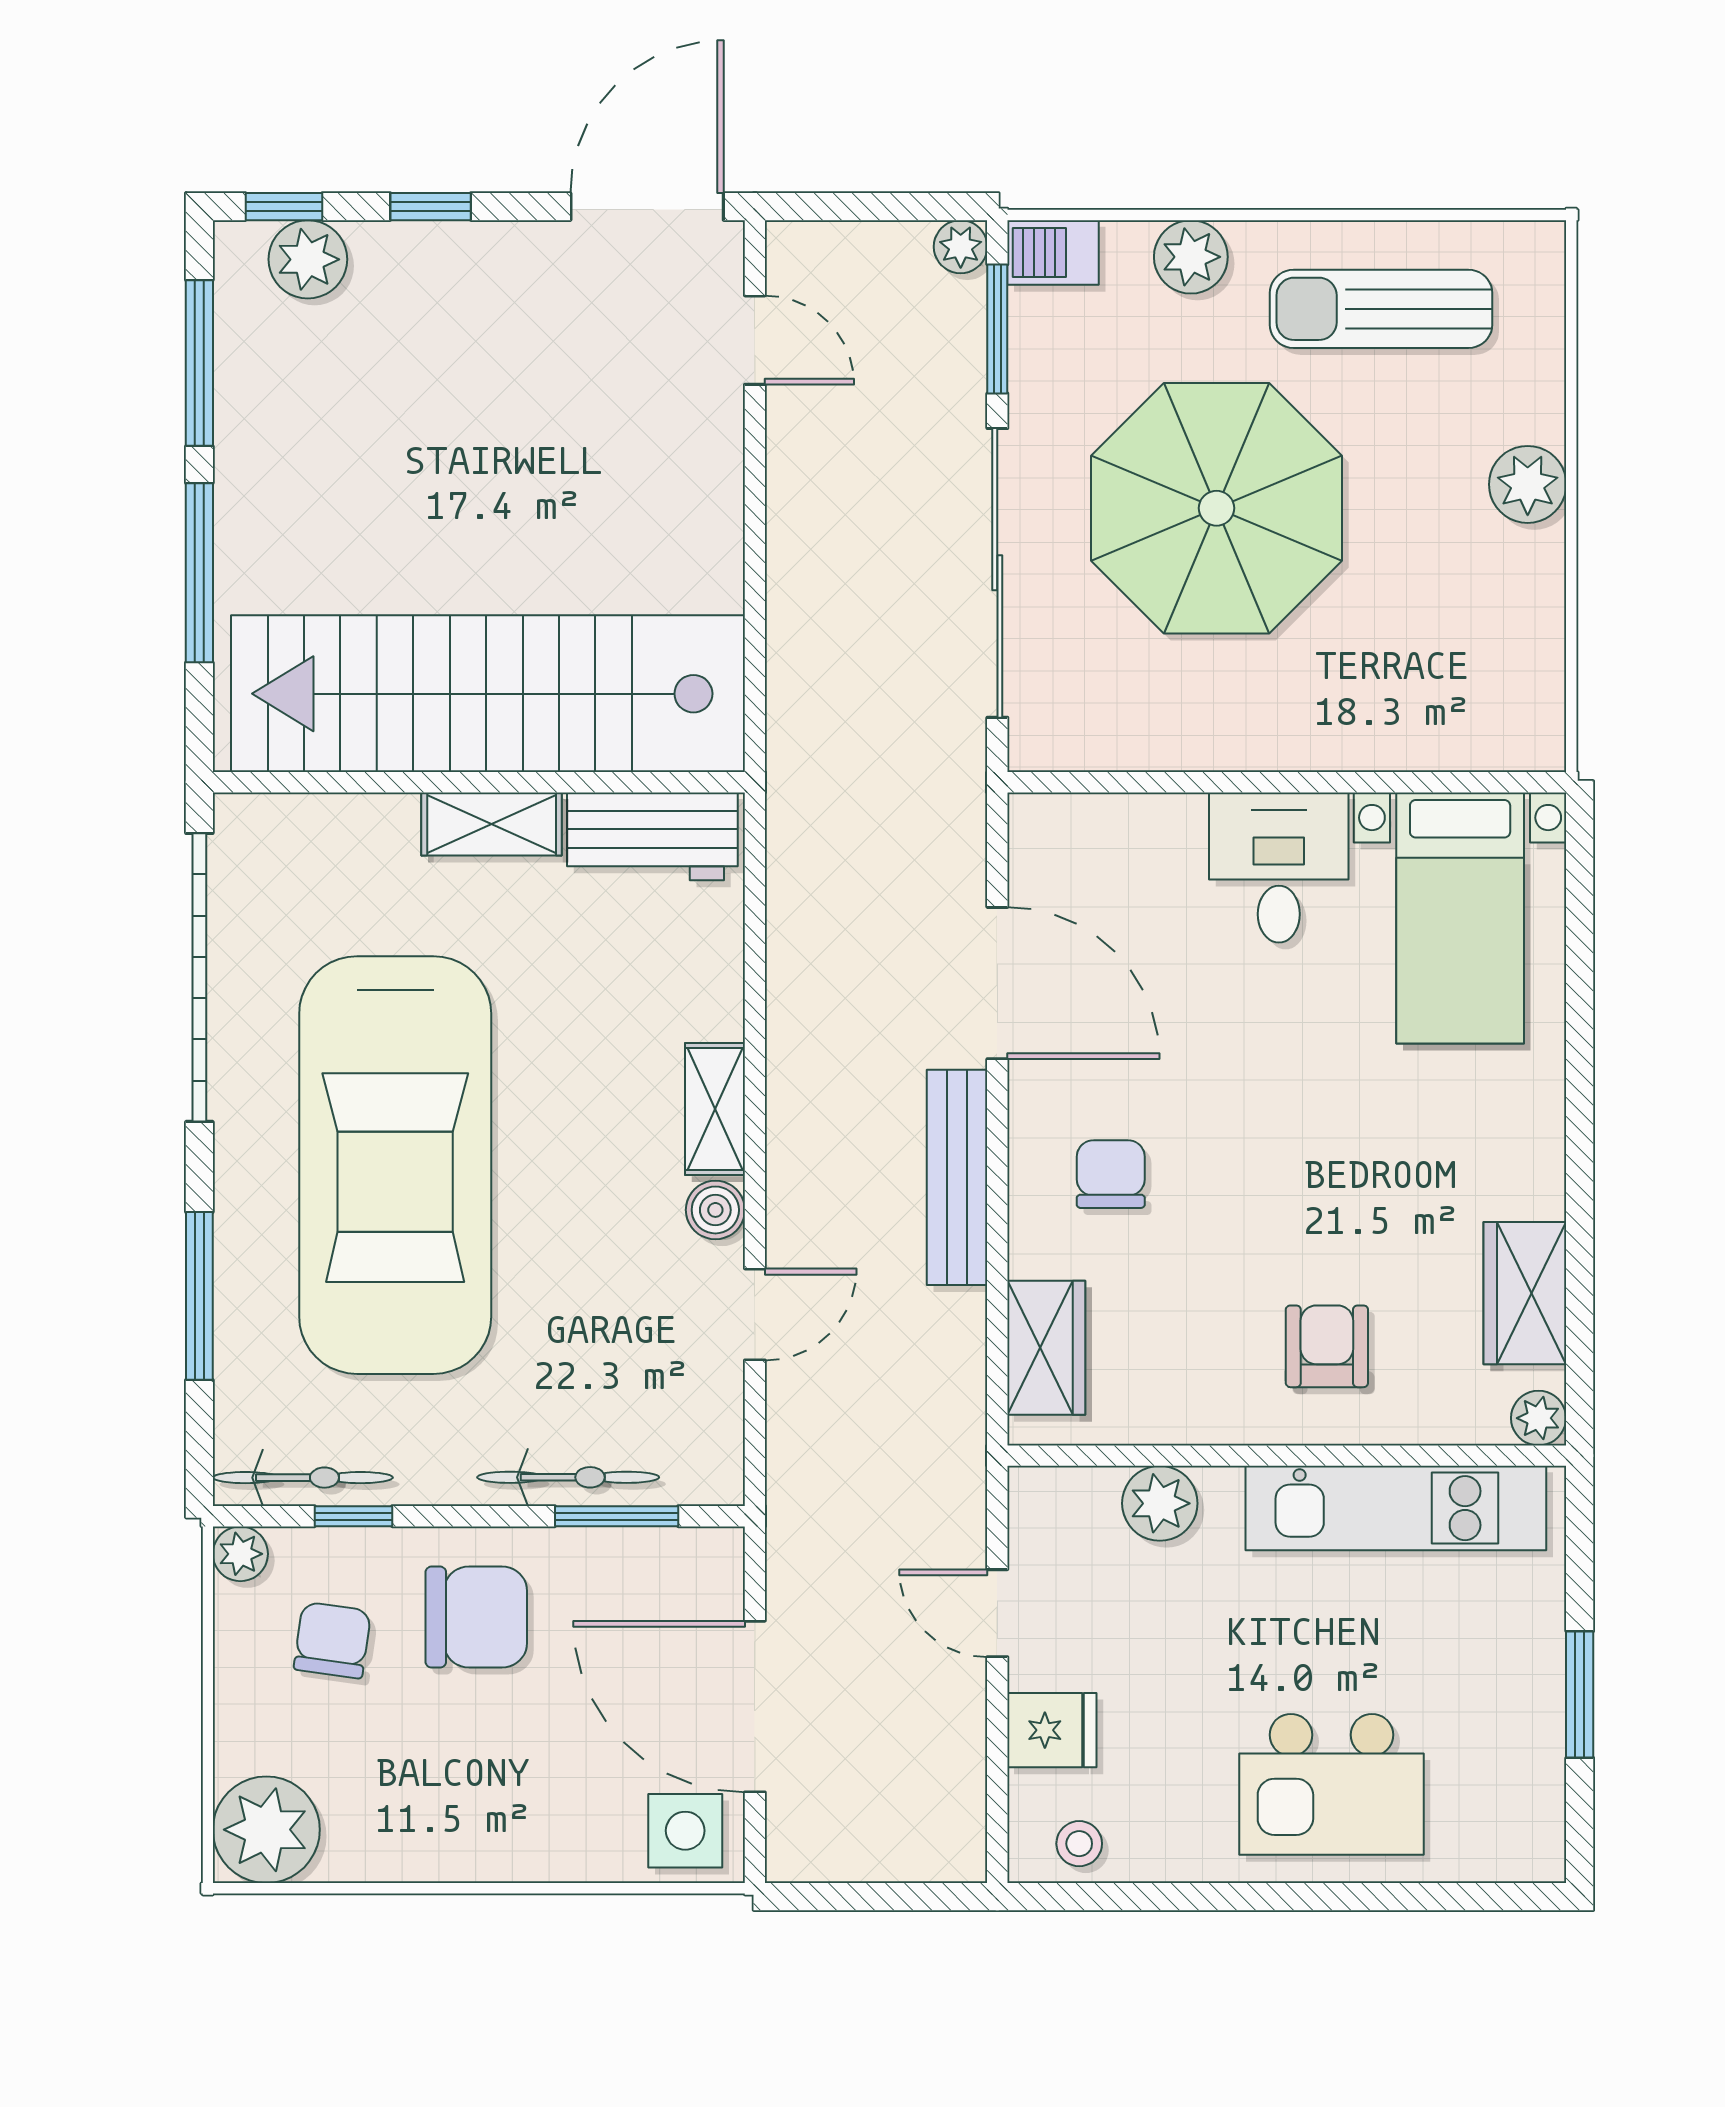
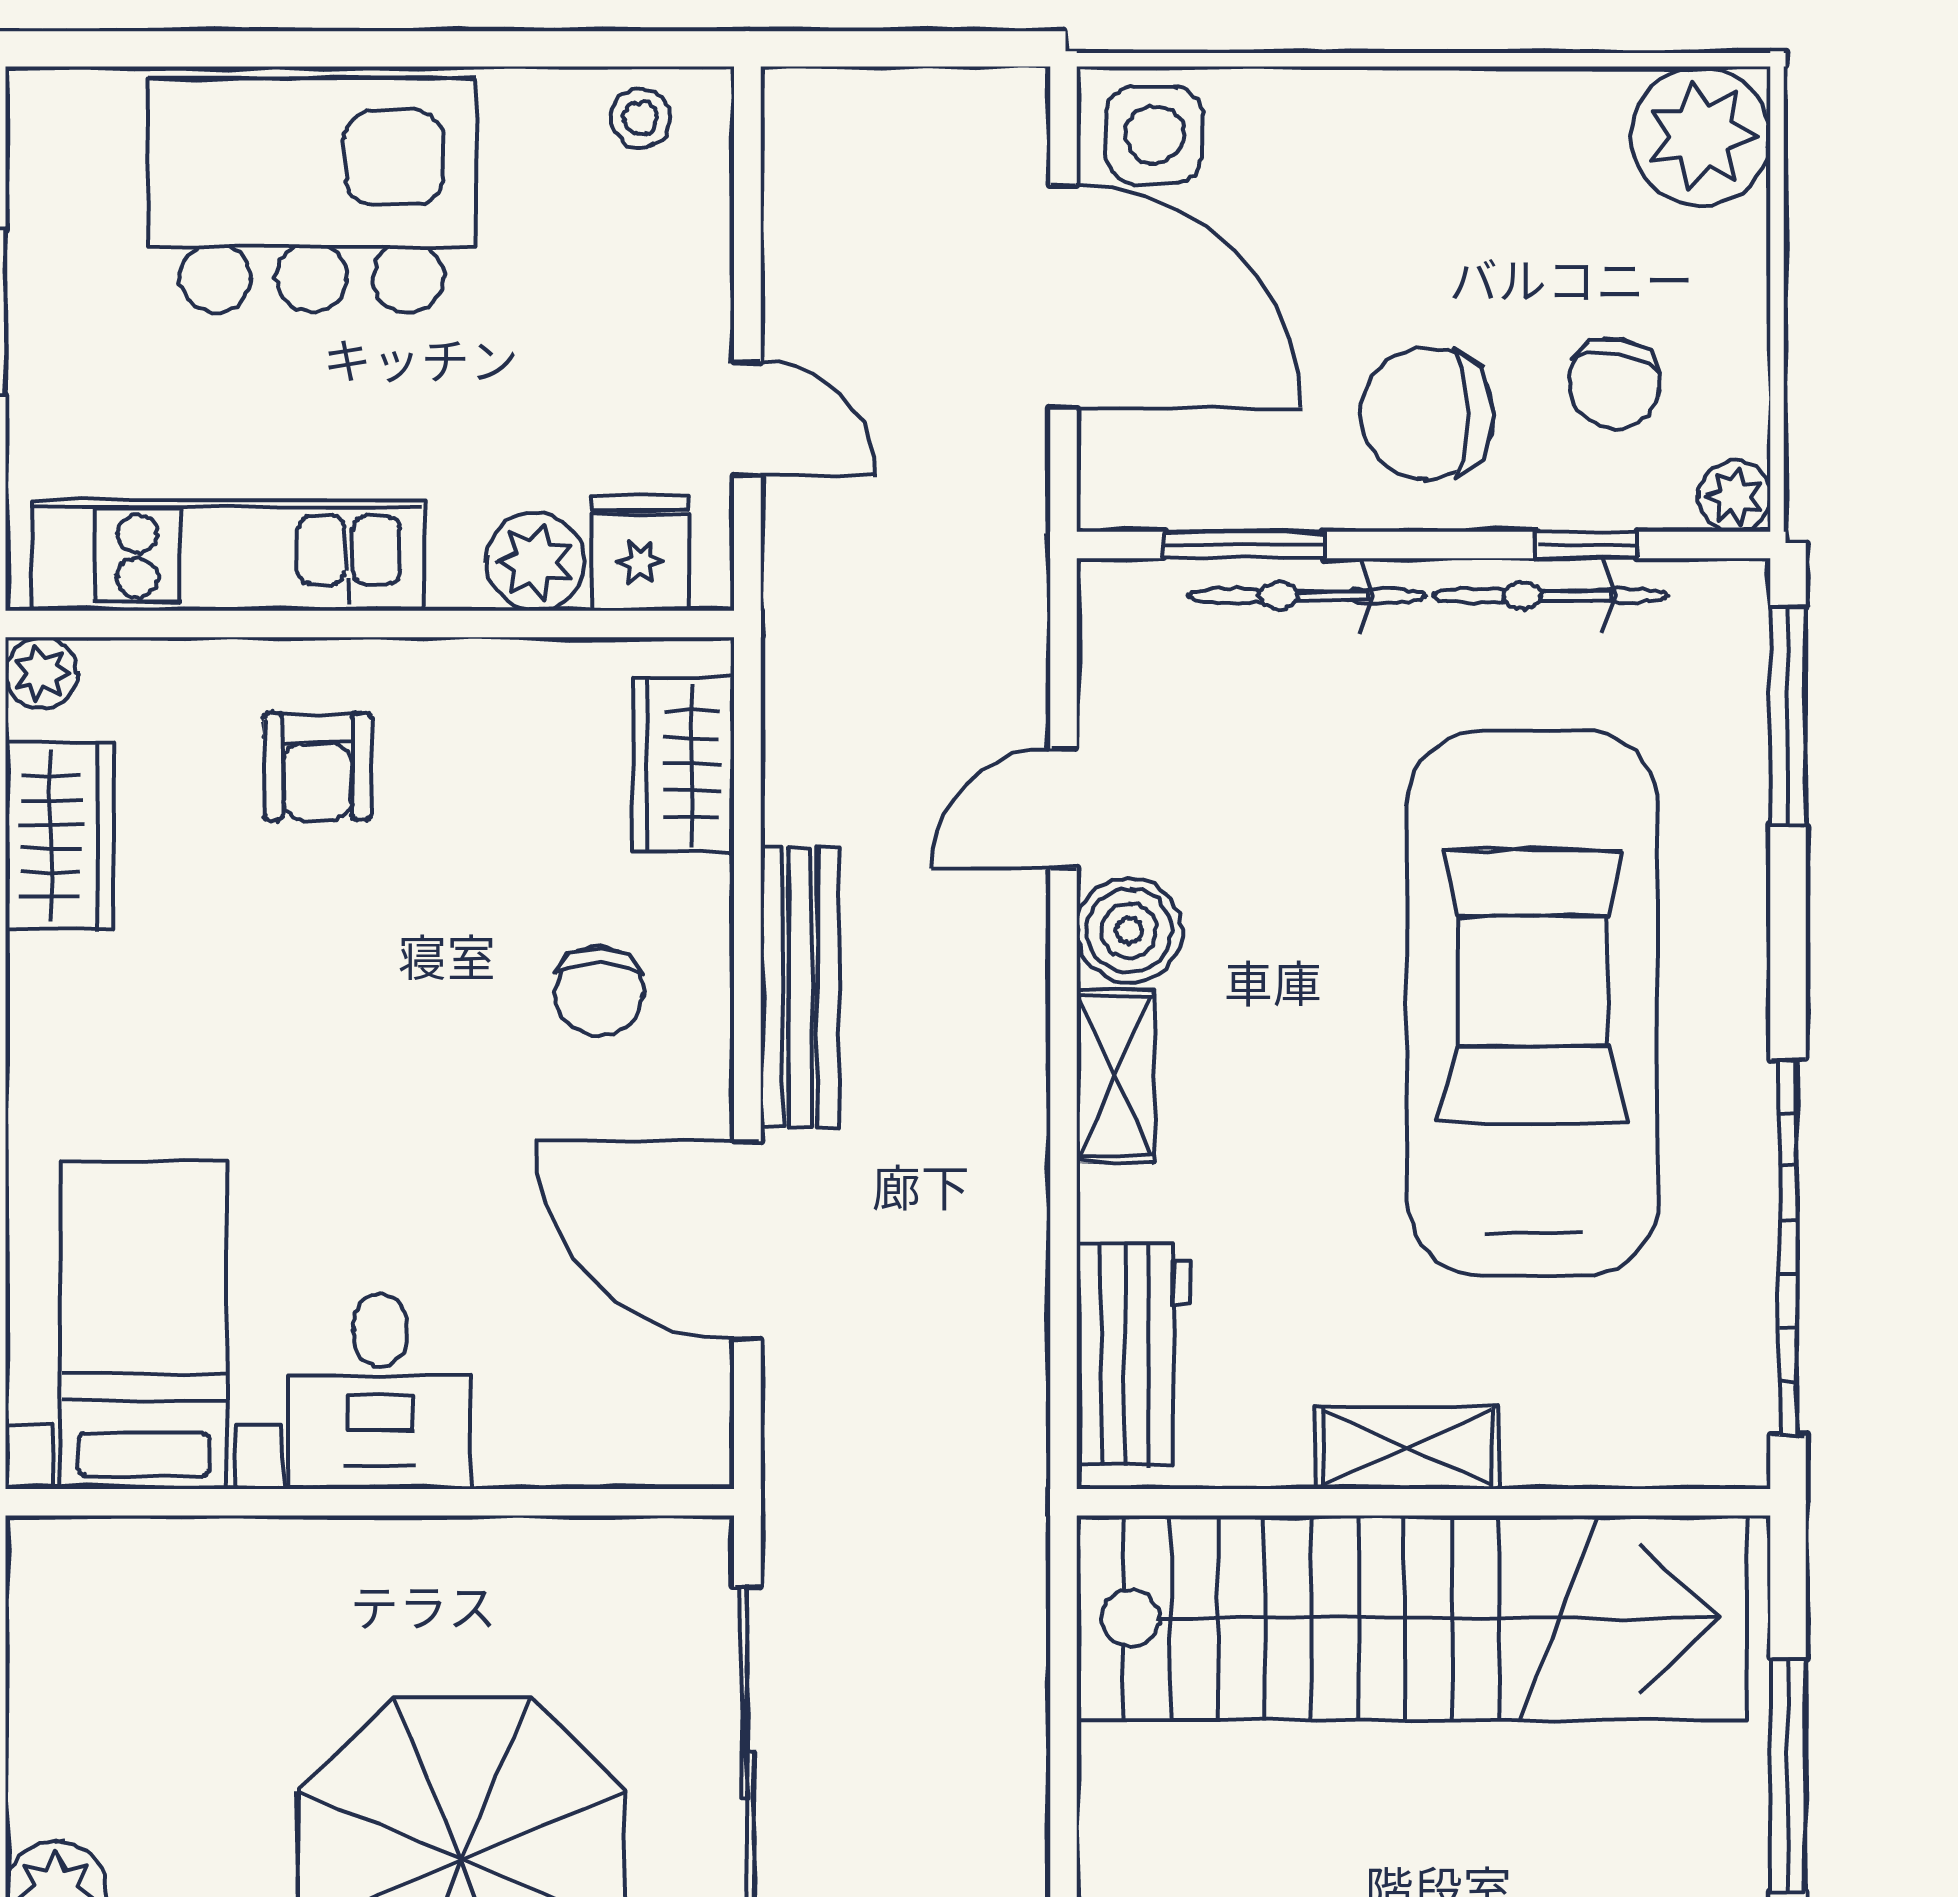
workbench: (652, 836) -> (1134, 1354), moved, turned 90
boiler: (715, 1210) -> (1129, 930), width x1.36, depth x1.36
window: (199, 1296) -> (1788, 716), moved
bicycle: (303, 1478) -> (1550, 595), moved
fridge: (1052, 1730) -> (640, 553), moved, turned 90
kitchen island: (1331, 1784) -> (312, 195), width x1.37, depth x1.28

